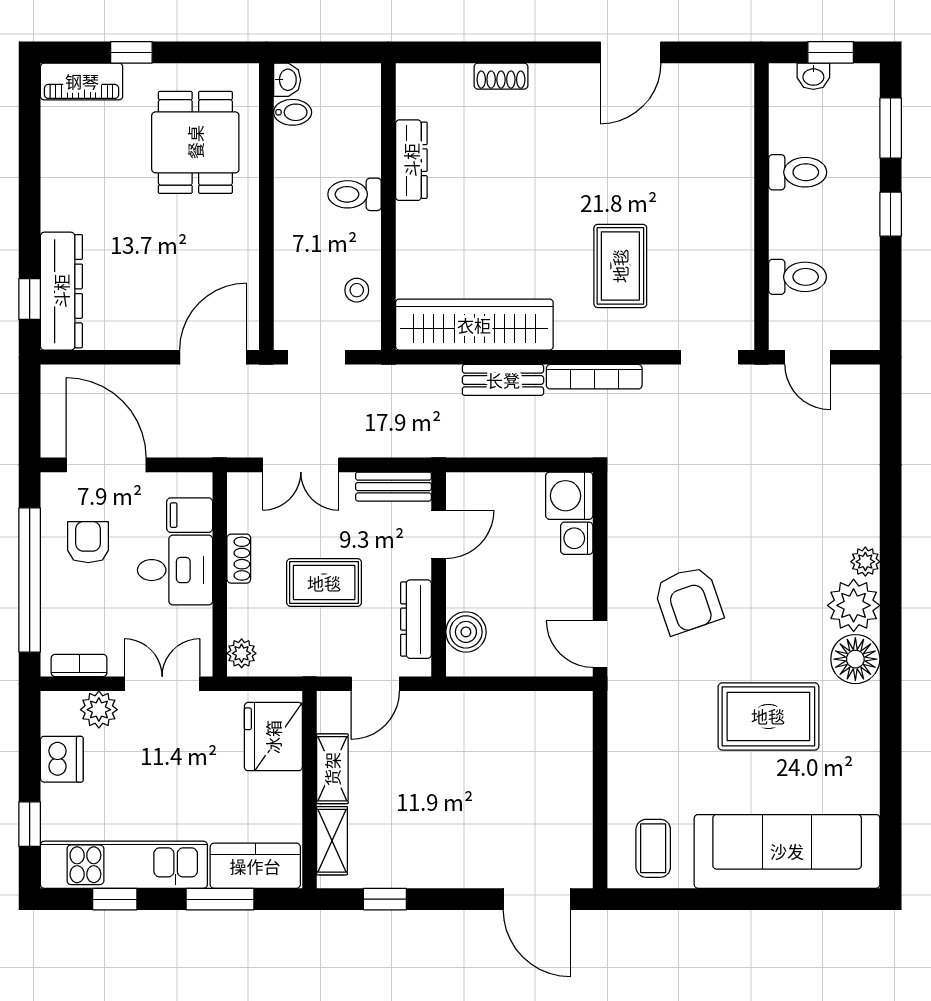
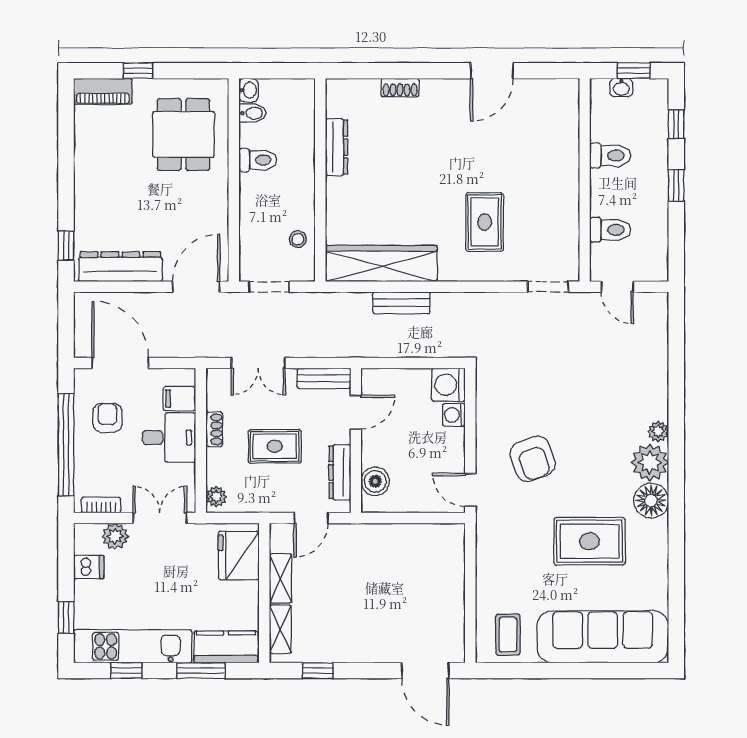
window: (891, 128) -> (676, 124), width x0.67
toilet: (354, 194) -> (258, 160), moved, turned 180
dresser: (61, 291) -> (120, 267), moved, turned -90
bookcase: (594, 377) -> (466, 300), removed
dishwasher: (62, 759) -> (89, 567), width x0.73

